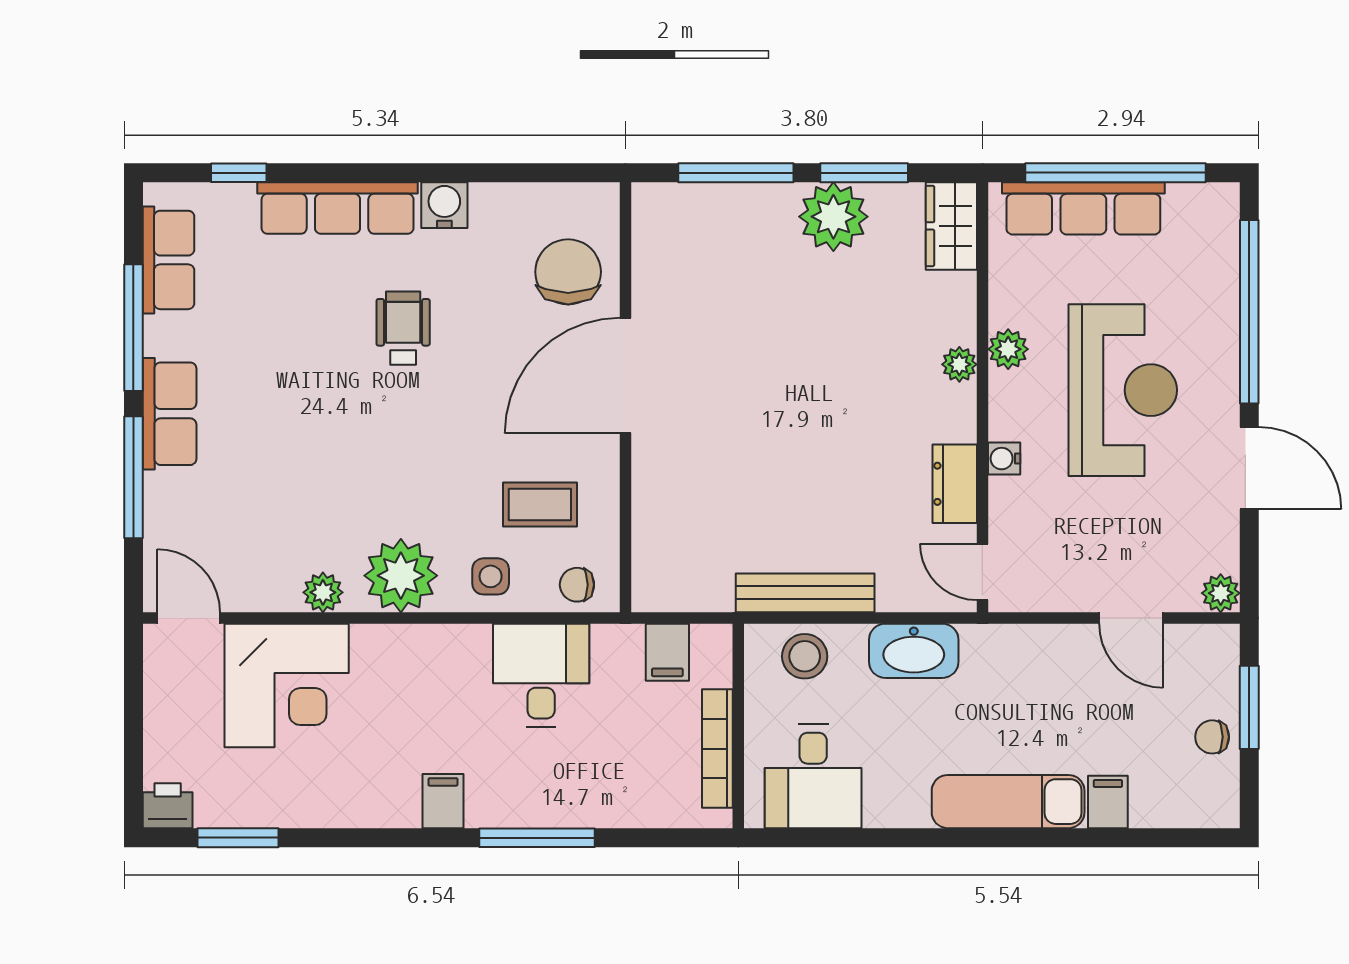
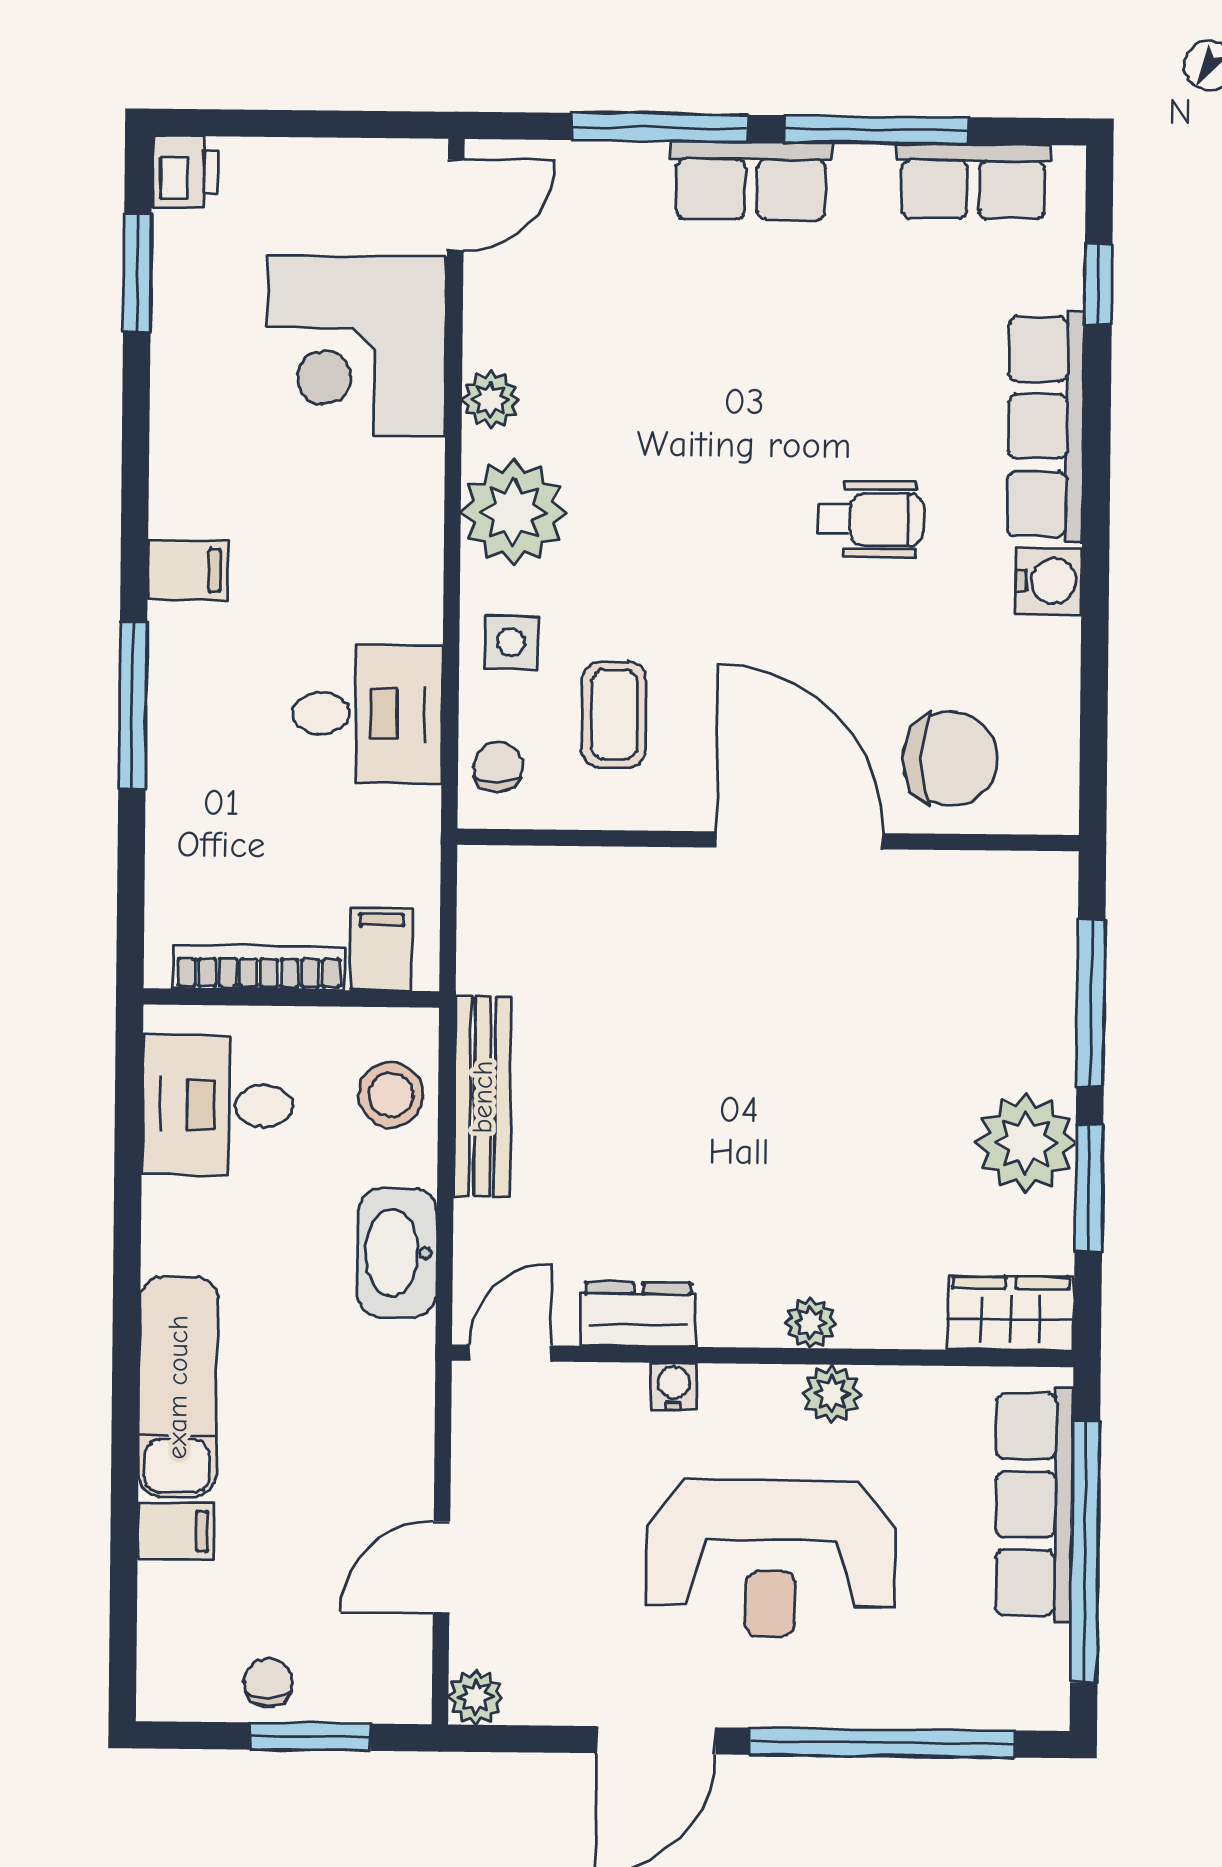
filing cabinet: (667, 652) -> (381, 949), moved, turned 90

